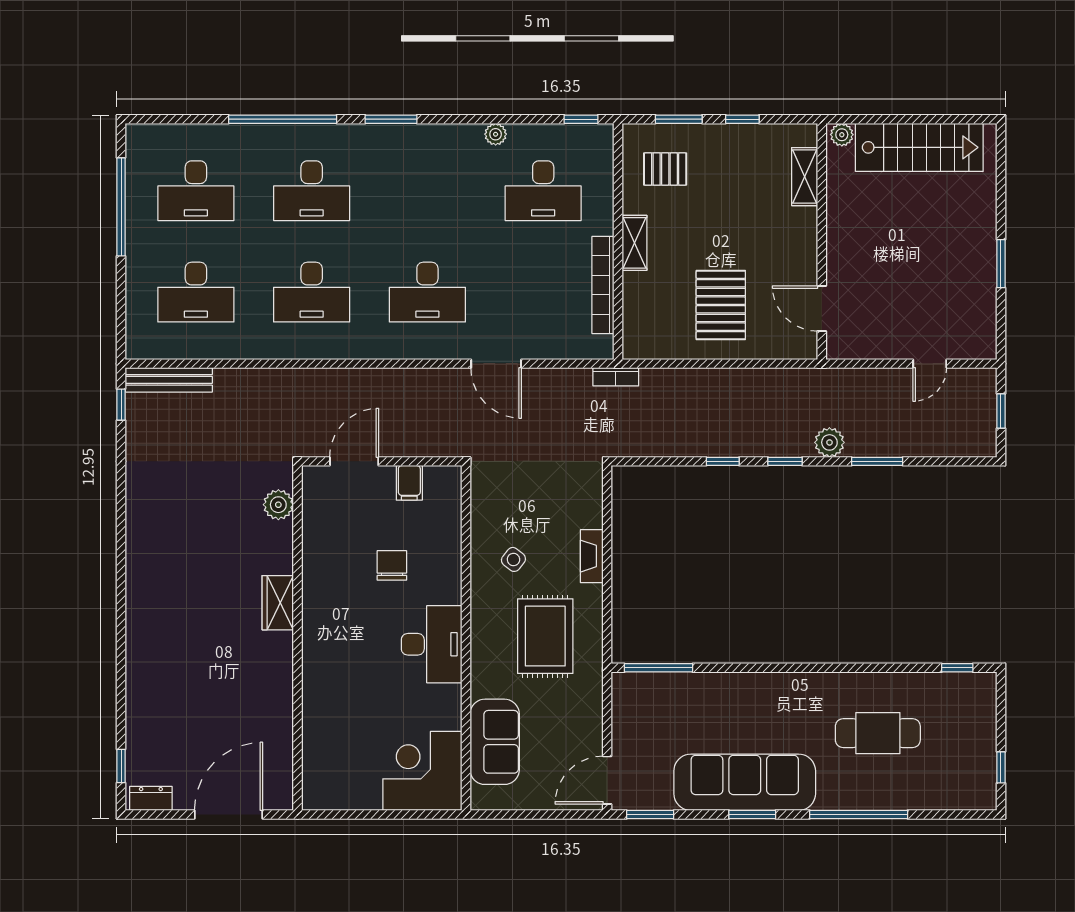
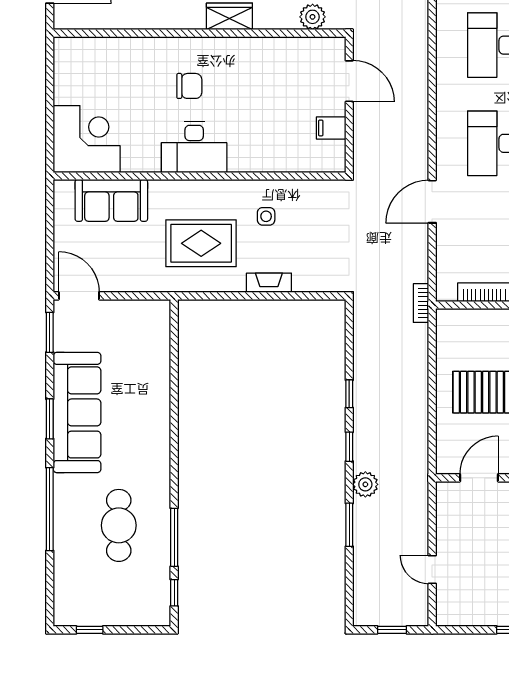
side table: (513, 559) -> (266, 216), turned -38
chair: (392, 565) -> (189, 86), moved
window: (659, 668) -> (174, 537), moved

